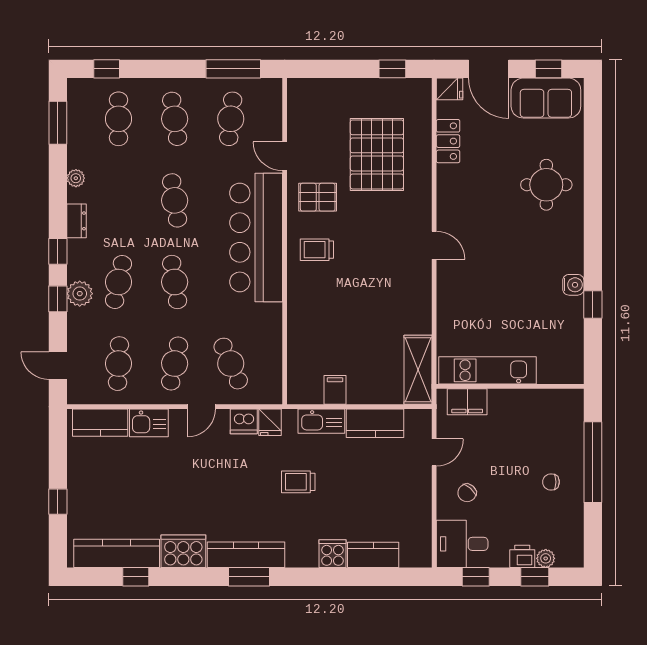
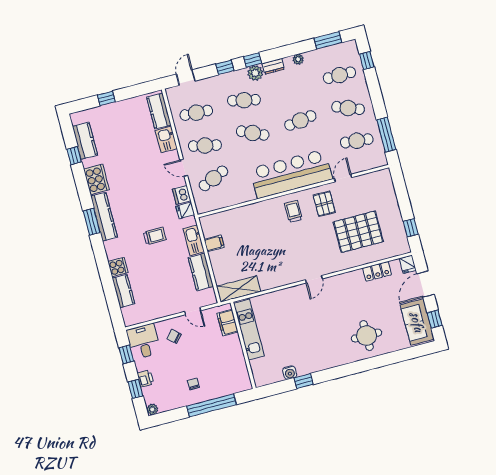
cafe table: (175, 119) -> (348, 108), turned 30
cafe table: (175, 282) -> (253, 133), turned 33
water cooler: (573, 285) -> (290, 373), moved
plant: (80, 294) -> (255, 73), moved
trolley: (298, 482) -> (155, 236), turned 90
kitchen counter: (117, 553) -> (85, 141), width x0.67
plant: (546, 558) -> (152, 409), moved

